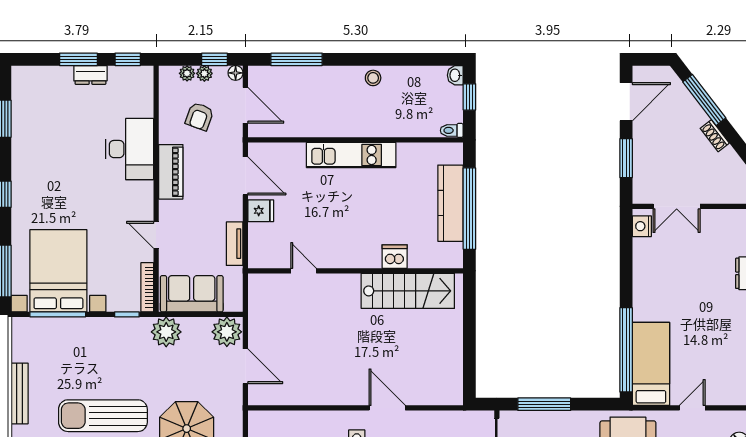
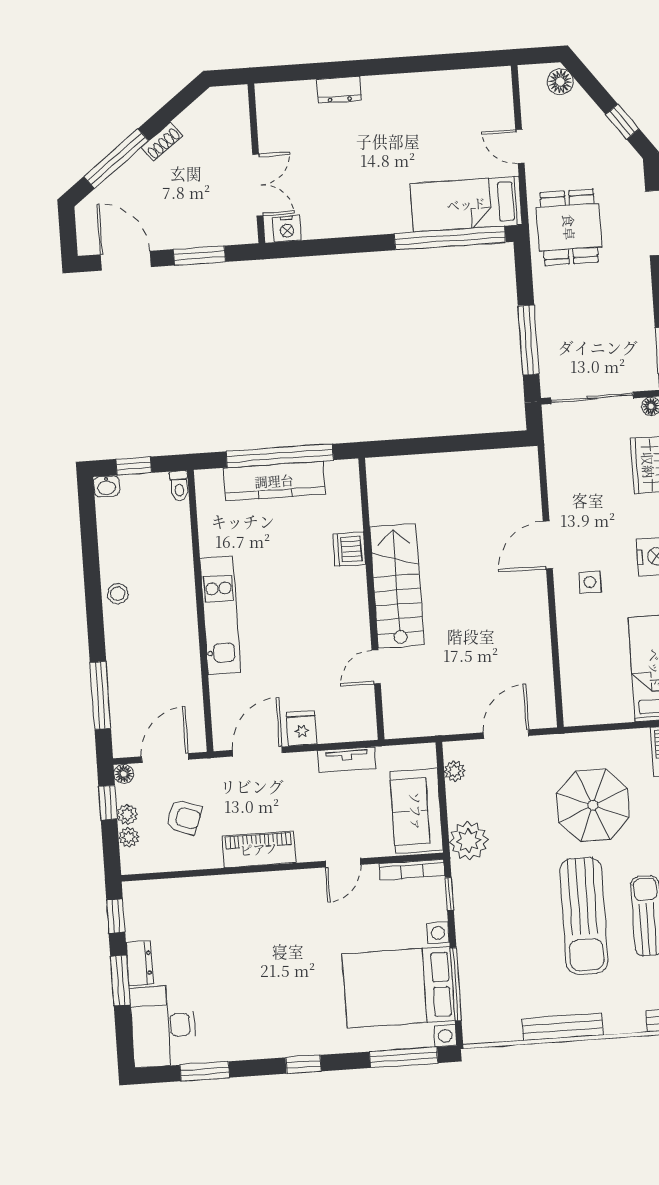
desk: (130, 149) -> (163, 1026), moved, turned -90
stairs: (408, 291) -> (397, 586), moved
plant: (227, 332) -> (454, 771), width x0.53, depth x0.53

